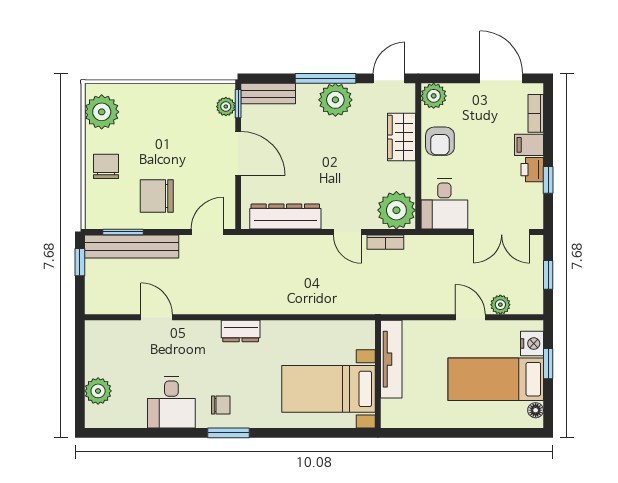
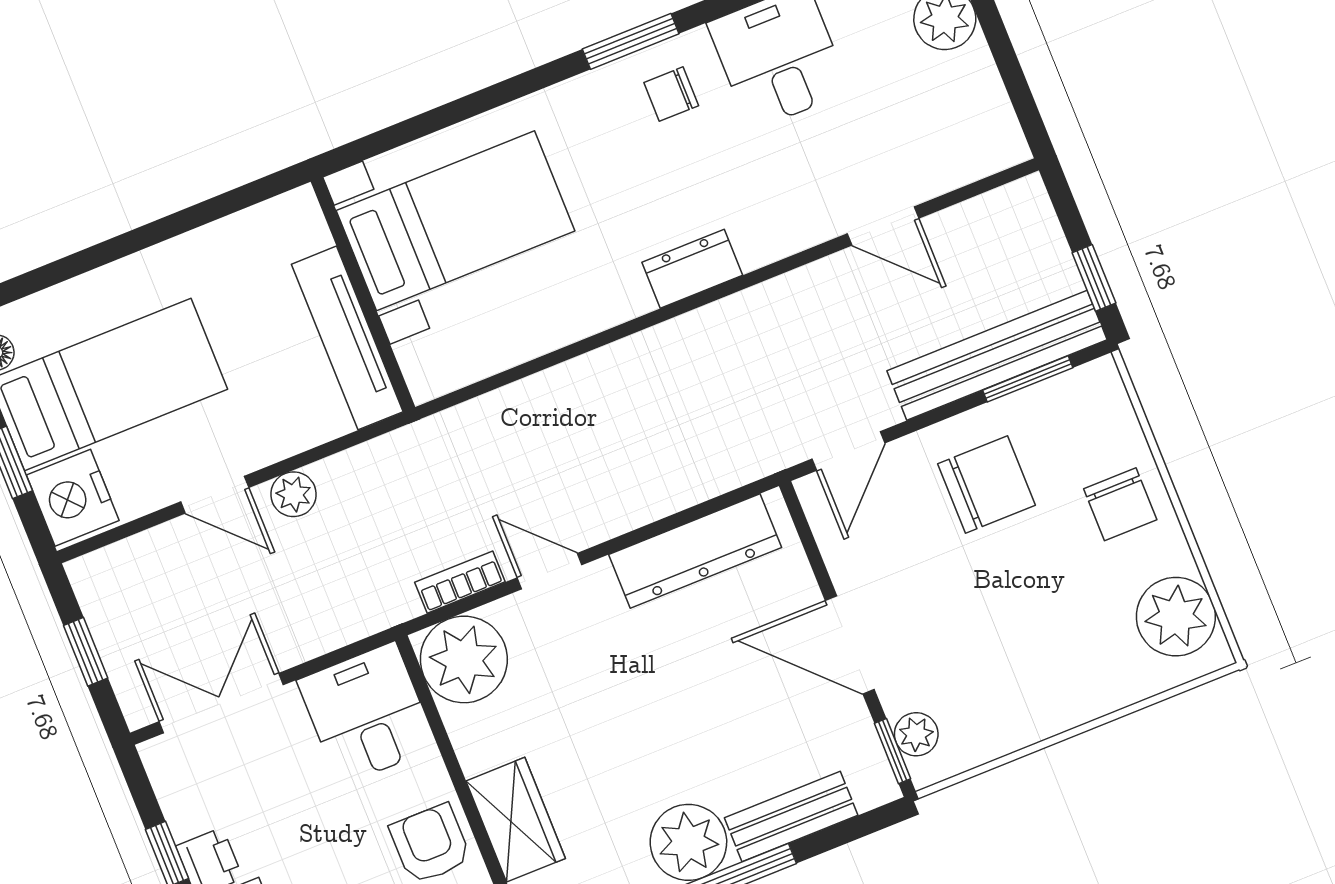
bench: (268, 94) -> (791, 817), moved
plant: (500, 305) -> (293, 494), moved
nightstand: (532, 344) -> (73, 498), width x1.36, depth x1.33

